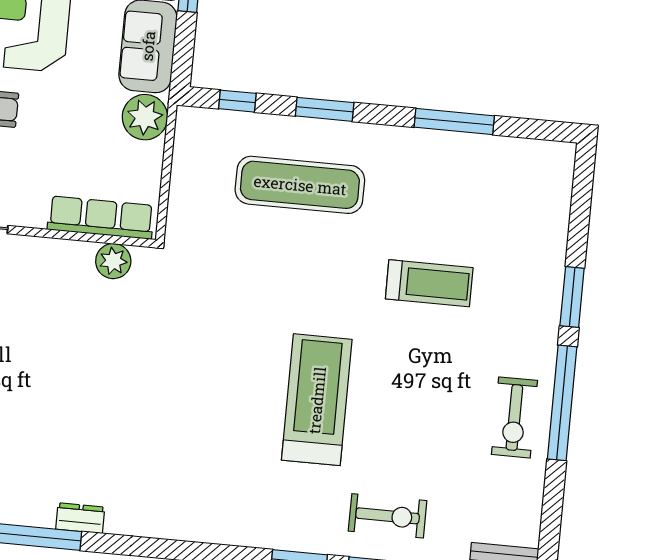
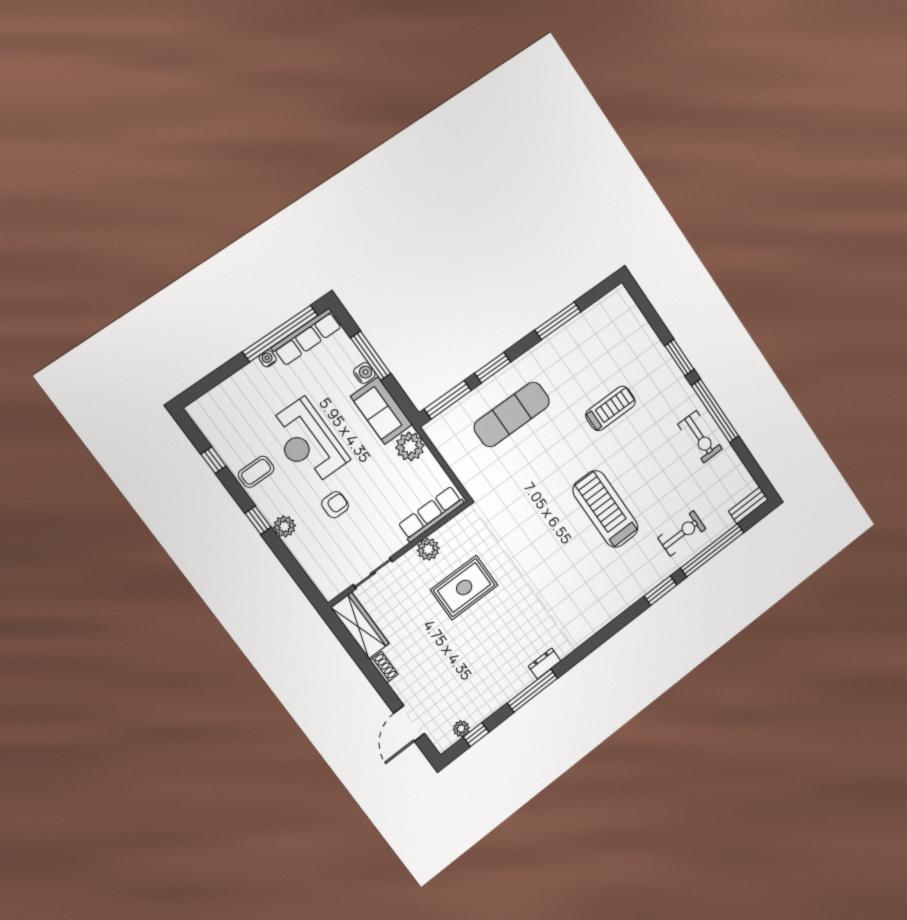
window: (237, 101) -> (448, 400), width x2.17
plant: (113, 261) -> (428, 549), moved
rug: (64, 339) -> (464, 587), added

